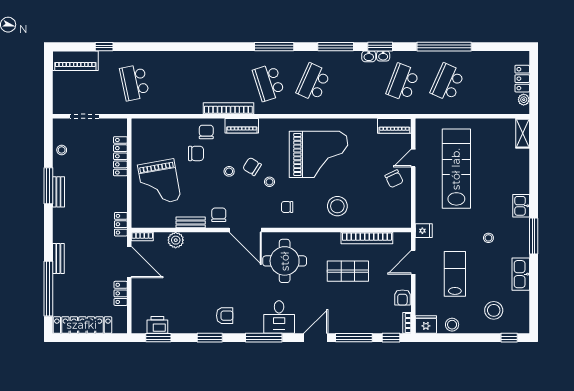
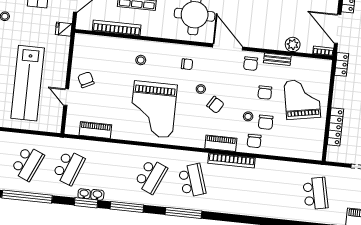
piano: (394, 126) -> (95, 130), moved
chair: (196, 153) -> (266, 122), turned -90
grand piano: (318, 154) -> (153, 109), turned -90
door: (413, 158) -> (66, 97), swing flipped
stool: (229, 171) -> (248, 116), moved
chair: (200, 185) -> (265, 93), added
stool: (337, 206) -> (141, 60), width x0.53, depth x0.53

